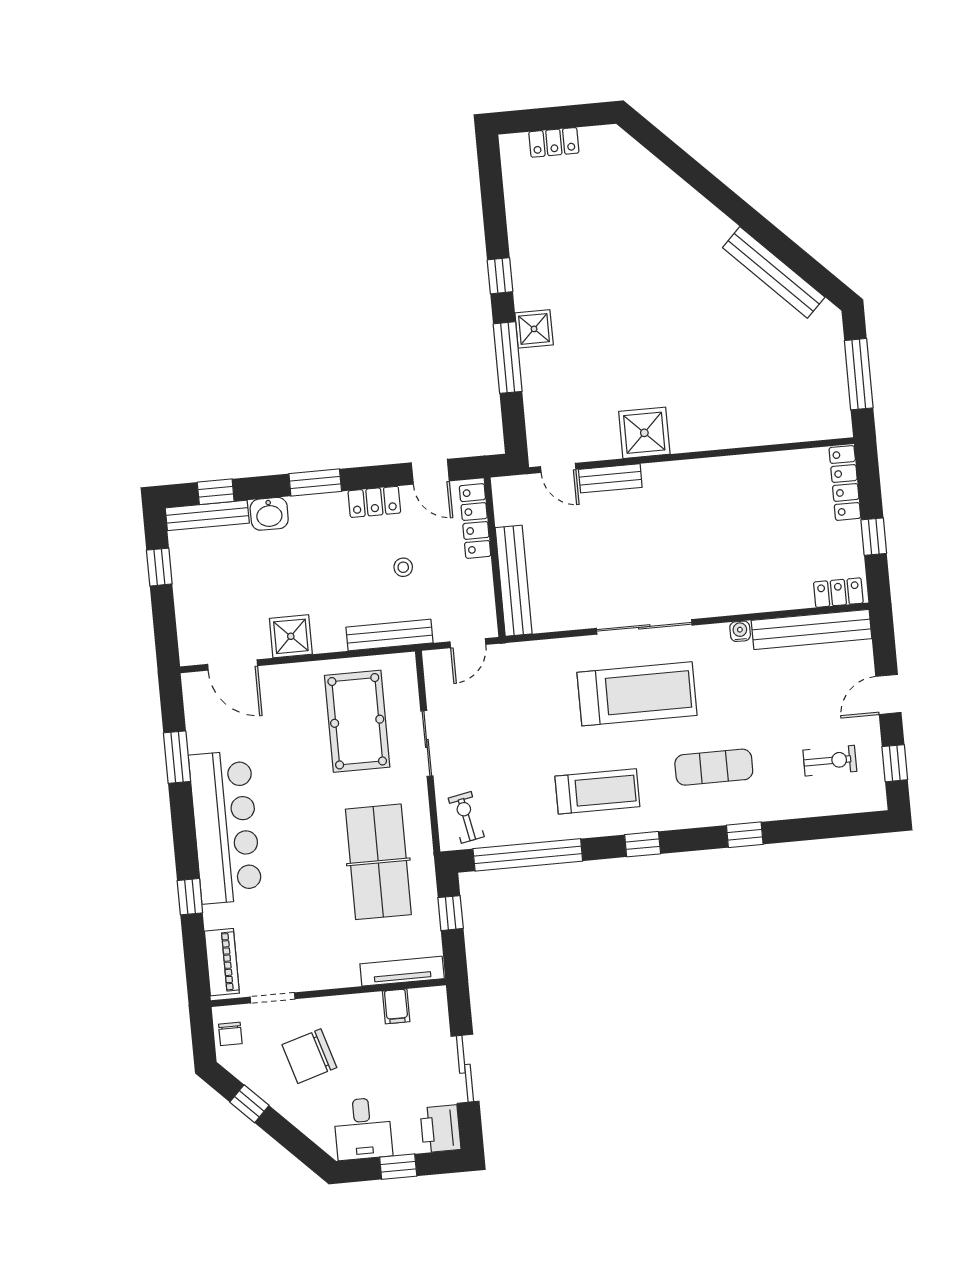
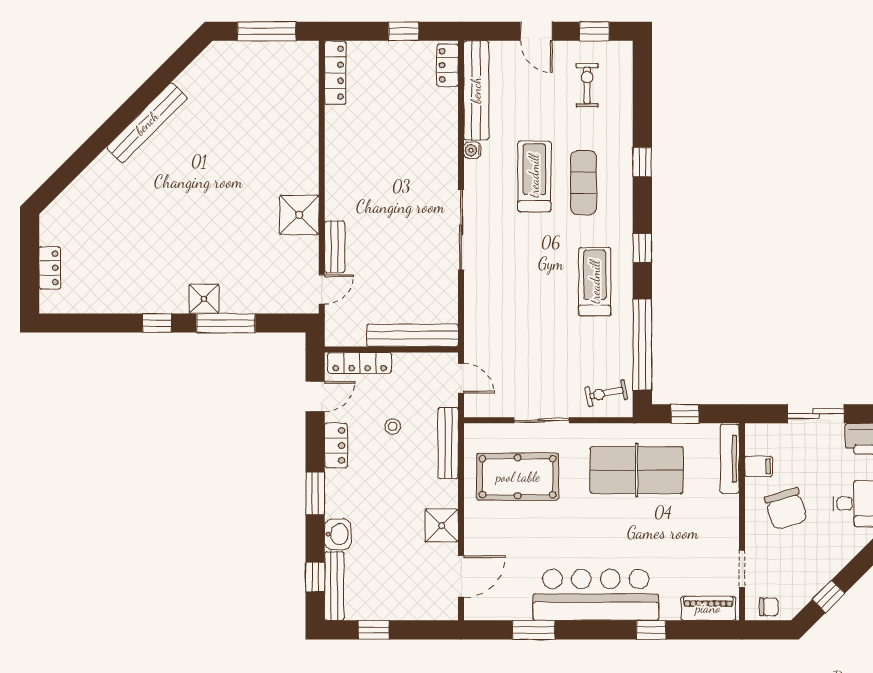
bench: (774, 272) -> (147, 123), moved
locker: (845, 483) -> (335, 73), moved, turned -90
treadmill: (637, 694) -> (534, 176), moved, width x0.73, depth x0.73
chair: (309, 1056) -> (786, 509), moved

